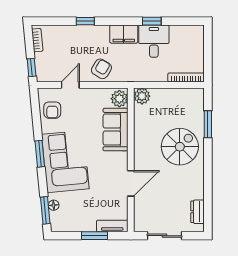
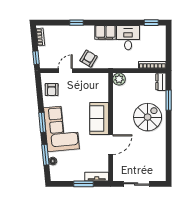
window: (152, 21) -> (151, 23), moved
plant: (119, 99) -> (102, 81), removed
sofa: (116, 130) -> (99, 118), moved
window: (45, 210) -> (45, 155), moved
dresser: (198, 212) -> (161, 82), moved

